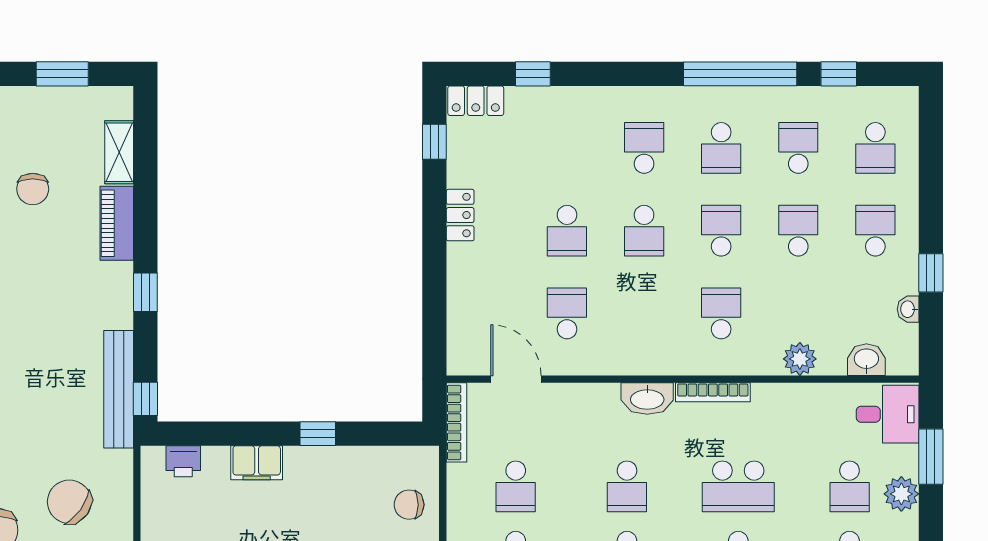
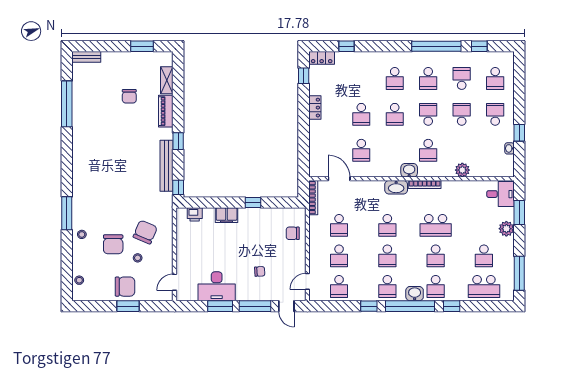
school desk: (644, 148) -> (395, 78), turned 180
school desk: (567, 313) -> (361, 150), turned 180
school desk: (721, 313) -> (428, 150), turned 180
washbasin: (866, 360) -> (409, 170), moved
bench: (119, 389) -> (167, 166), moved
school desk: (850, 486) -> (484, 225), removed
chair: (69, 502) -> (145, 232), turned 77

